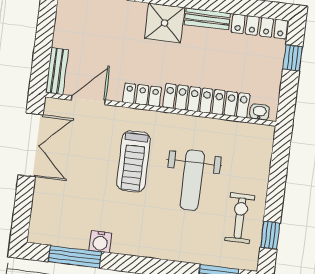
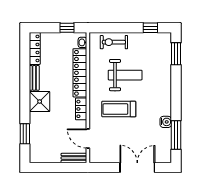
window: (293, 58) -> (67, 28), moved
double door: (31, 145) -> (137, 167), moved
treadmill: (134, 161) -> (119, 109), turned 180
exercise bike: (240, 218) -> (114, 42), moved

